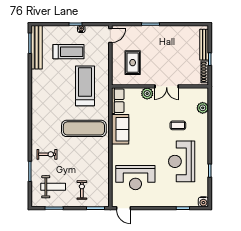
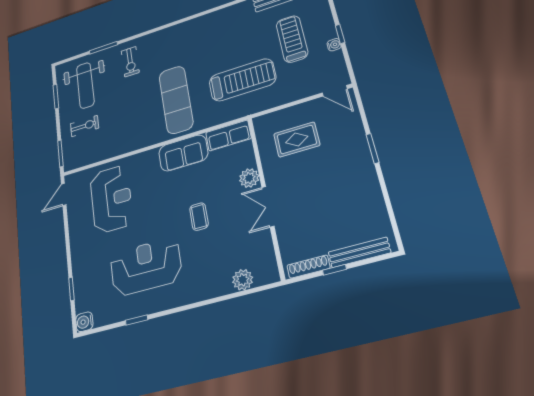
treadmill: (69, 52) -> (292, 39), turned 180
coffee table: (178, 125) -> (199, 217), moved
reception desk: (135, 178) -> (111, 199), turned 180
weight bench: (53, 187) -> (85, 85), width x1.36, depth x1.33

